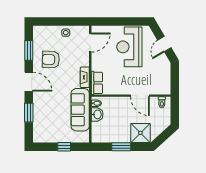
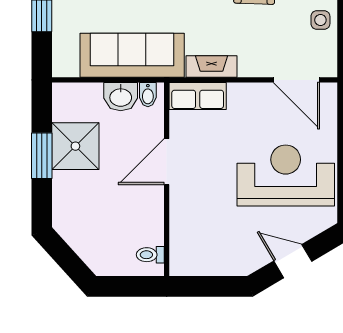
door: (140, 96) -> (167, 162), moved
shower: (140, 133) -> (75, 146), moved

